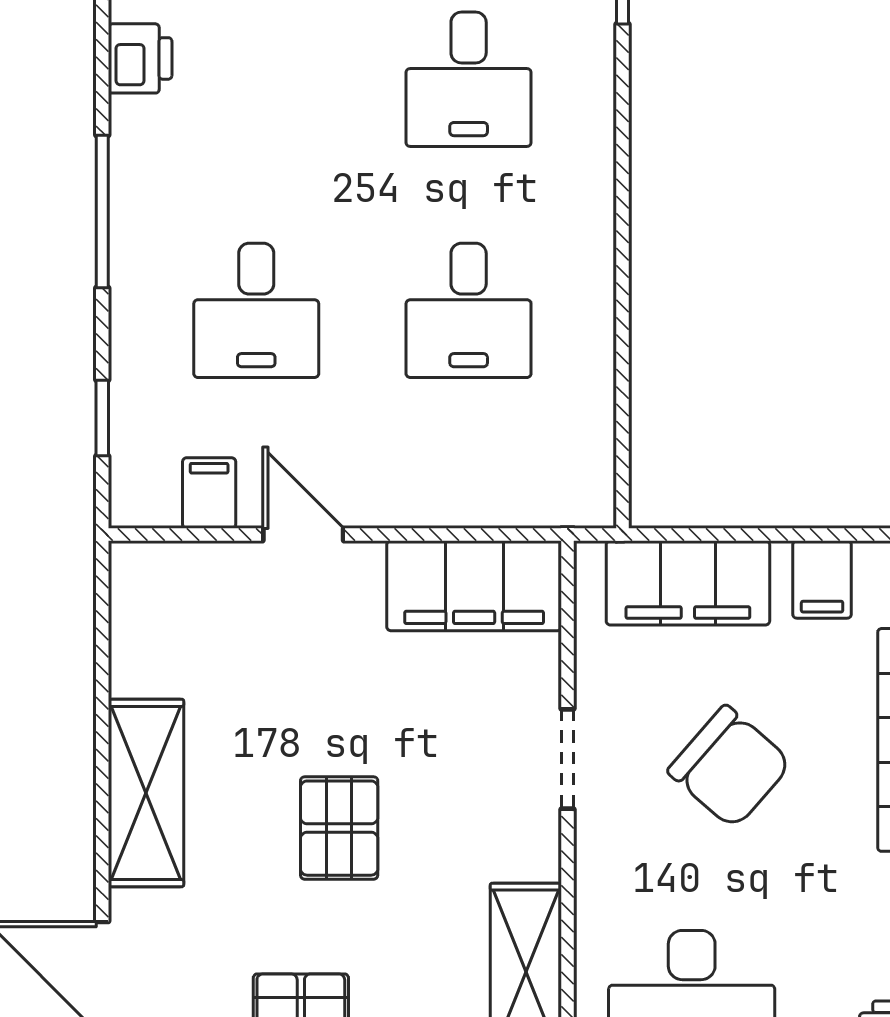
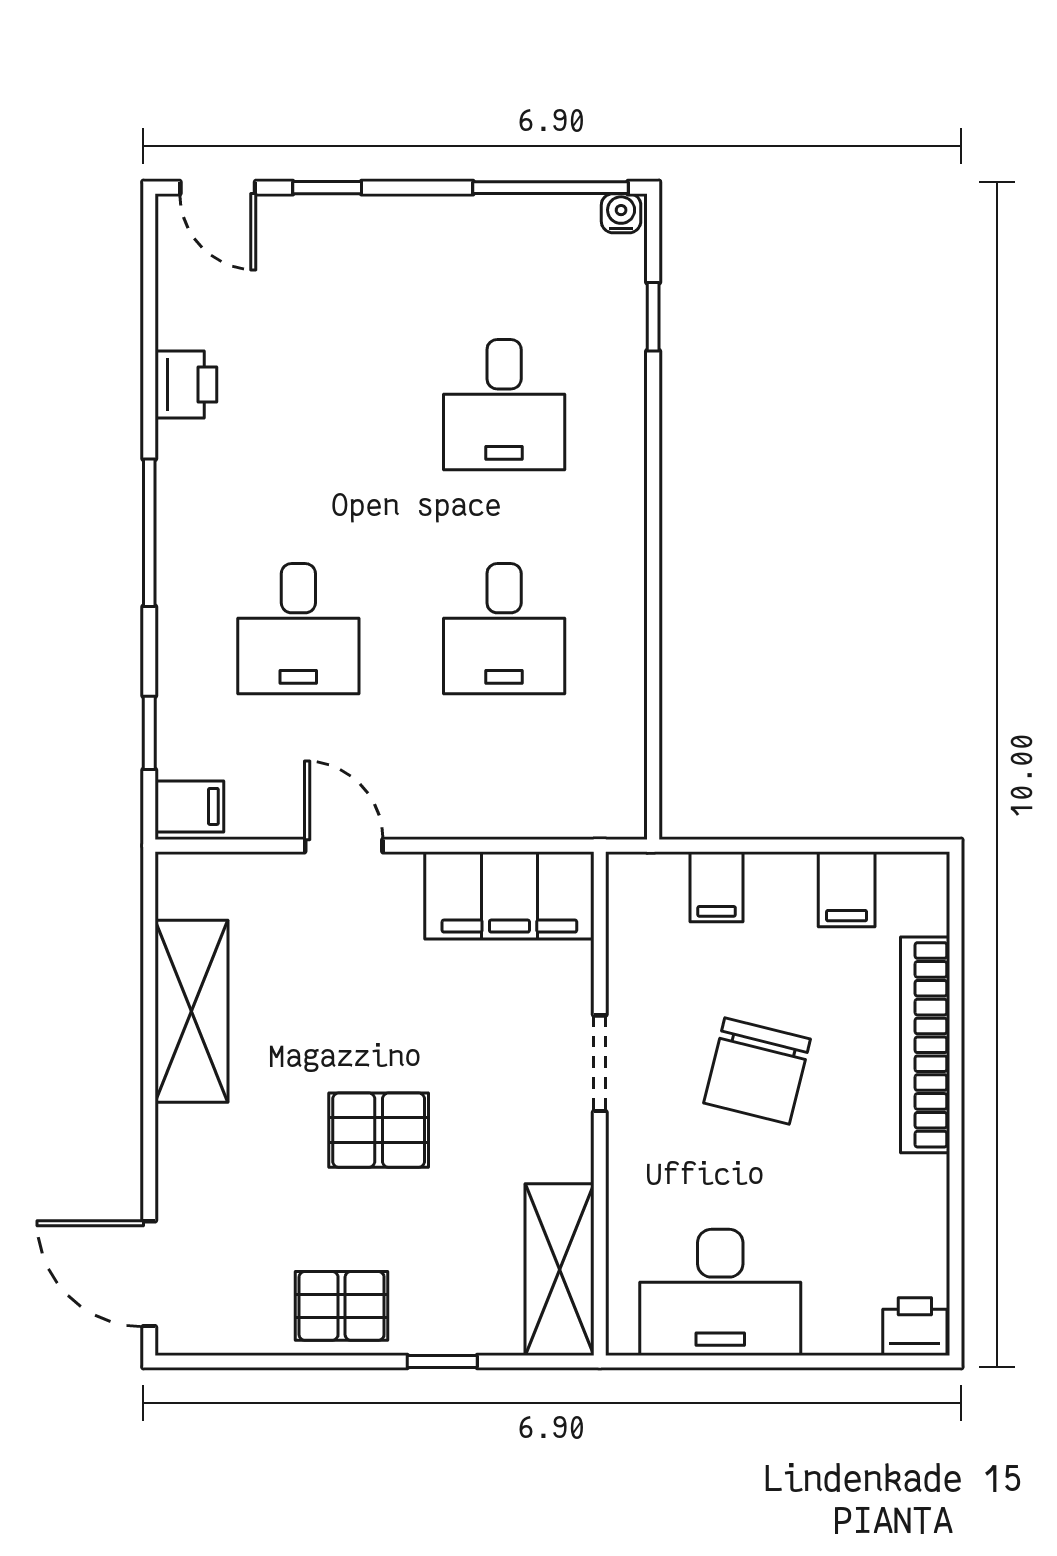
filing cabinet: (209, 493) -> (189, 806), moved, turned 90
filing cabinet: (688, 583) -> (717, 887), width x0.33, depth x0.86
chair: (730, 767) -> (757, 1071), turned 63
shelving: (146, 793) -> (192, 1011), moved
pallet: (339, 828) -> (379, 1130), turned 90

